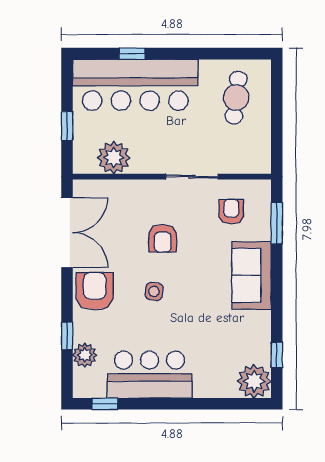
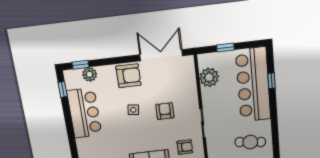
double door: (67, 233) -> (161, 55), swing flipped
armchair: (163, 238) -> (165, 111), turned 90
window: (67, 336) -> (81, 65), moved

